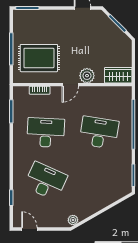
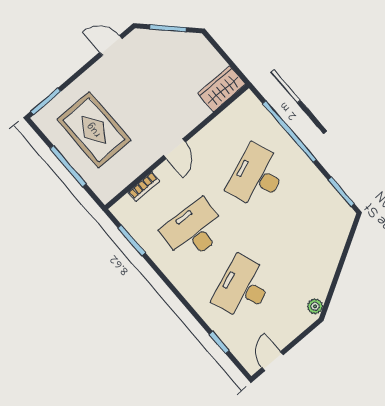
rug: (39, 58) -> (94, 130), moved, turned 90
plant: (87, 76) -> (185, 121), removed
desk: (99, 133) -> (257, 176), turned -30
desk: (46, 181) -> (243, 288), turned -45
door: (29, 229) -> (272, 361), hinge flipped

